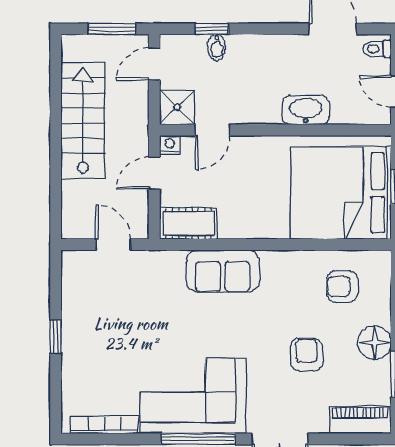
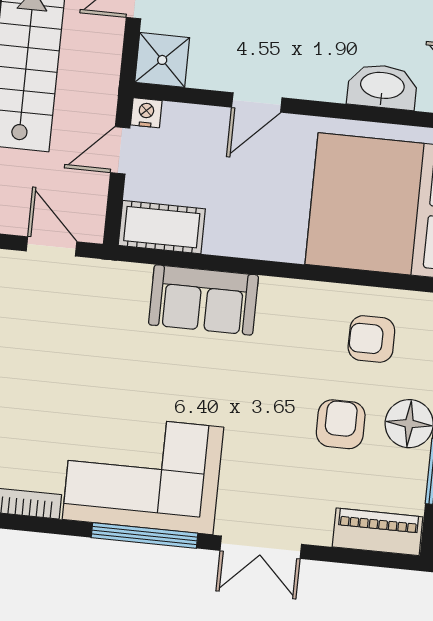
washbasin: (306, 110) -> (382, 87), moved
door: (213, 130) -> (257, 102), moved
armchair: (306, 355) -> (341, 424), moved

